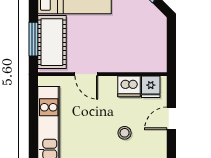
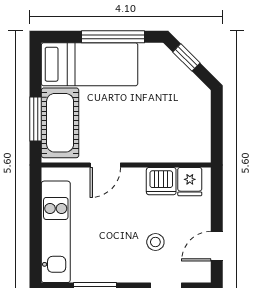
door: (86, 74) -> (105, 165), hinge flipped
door: (171, 118) -> (217, 246), moved

